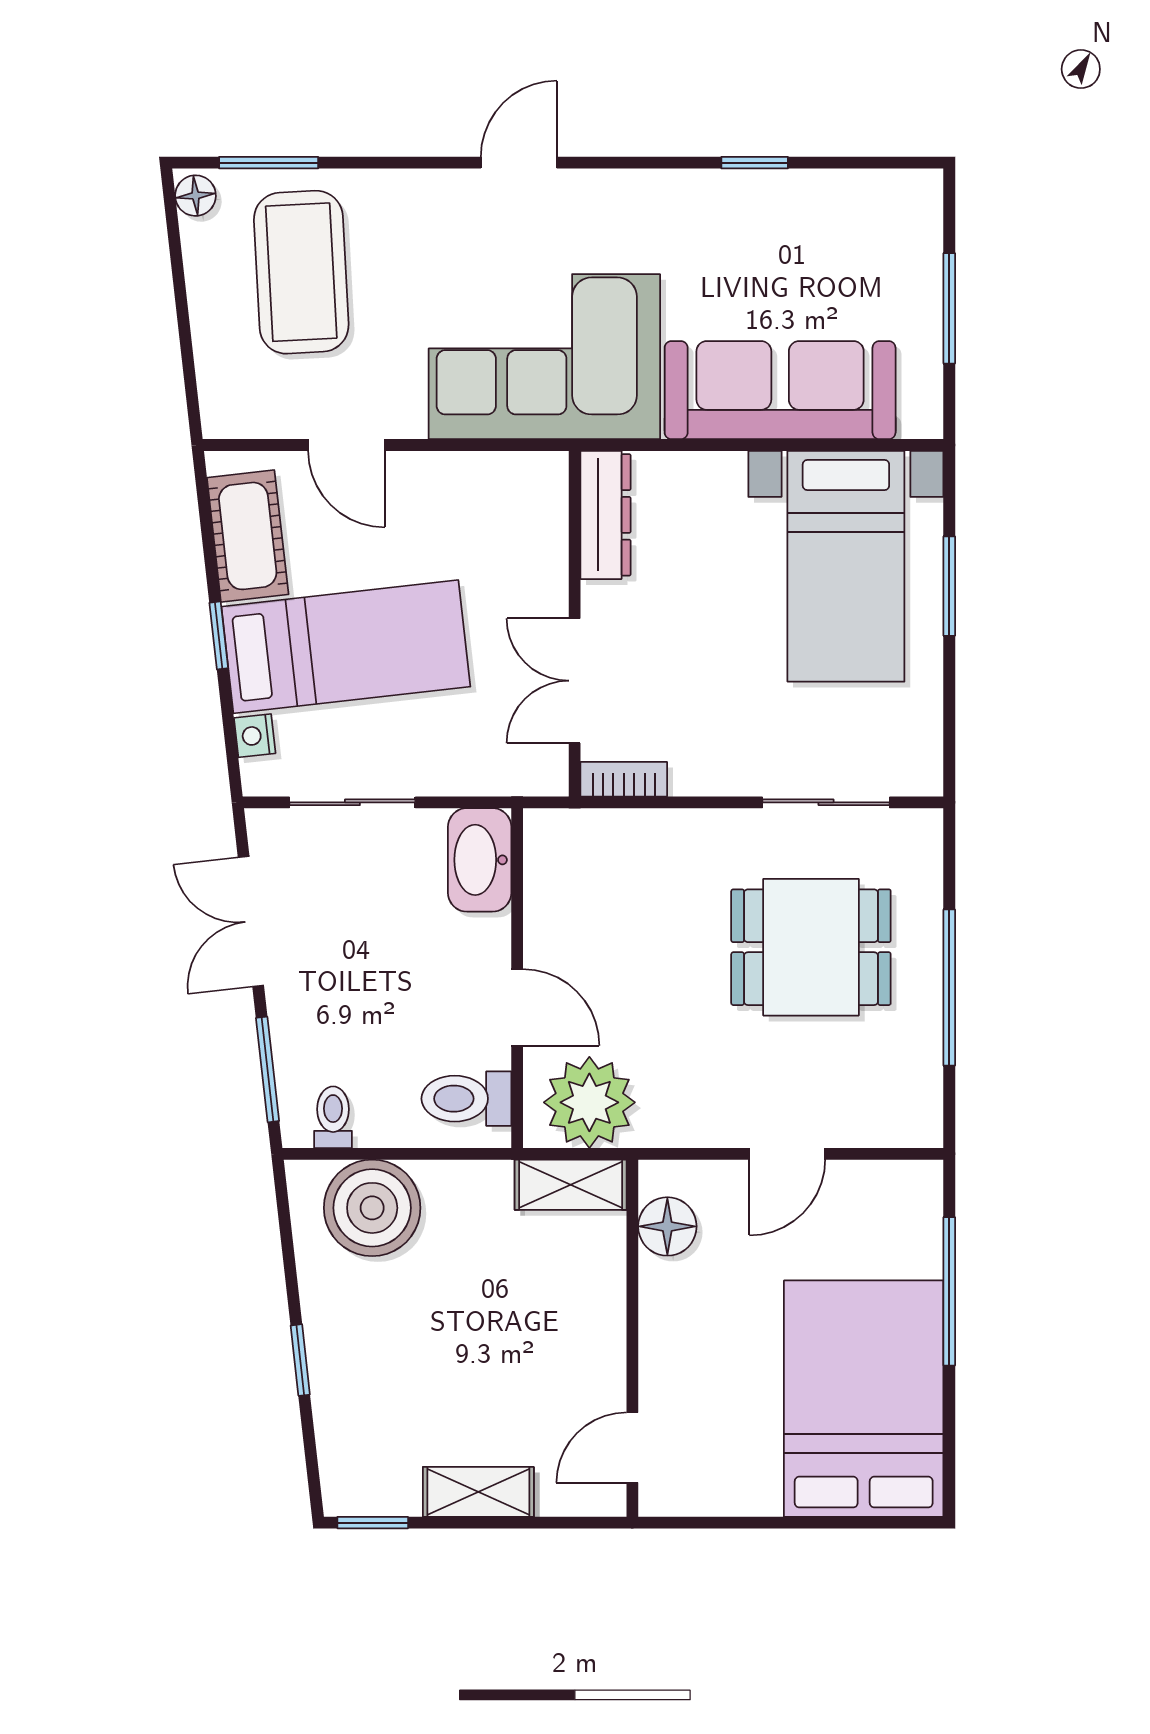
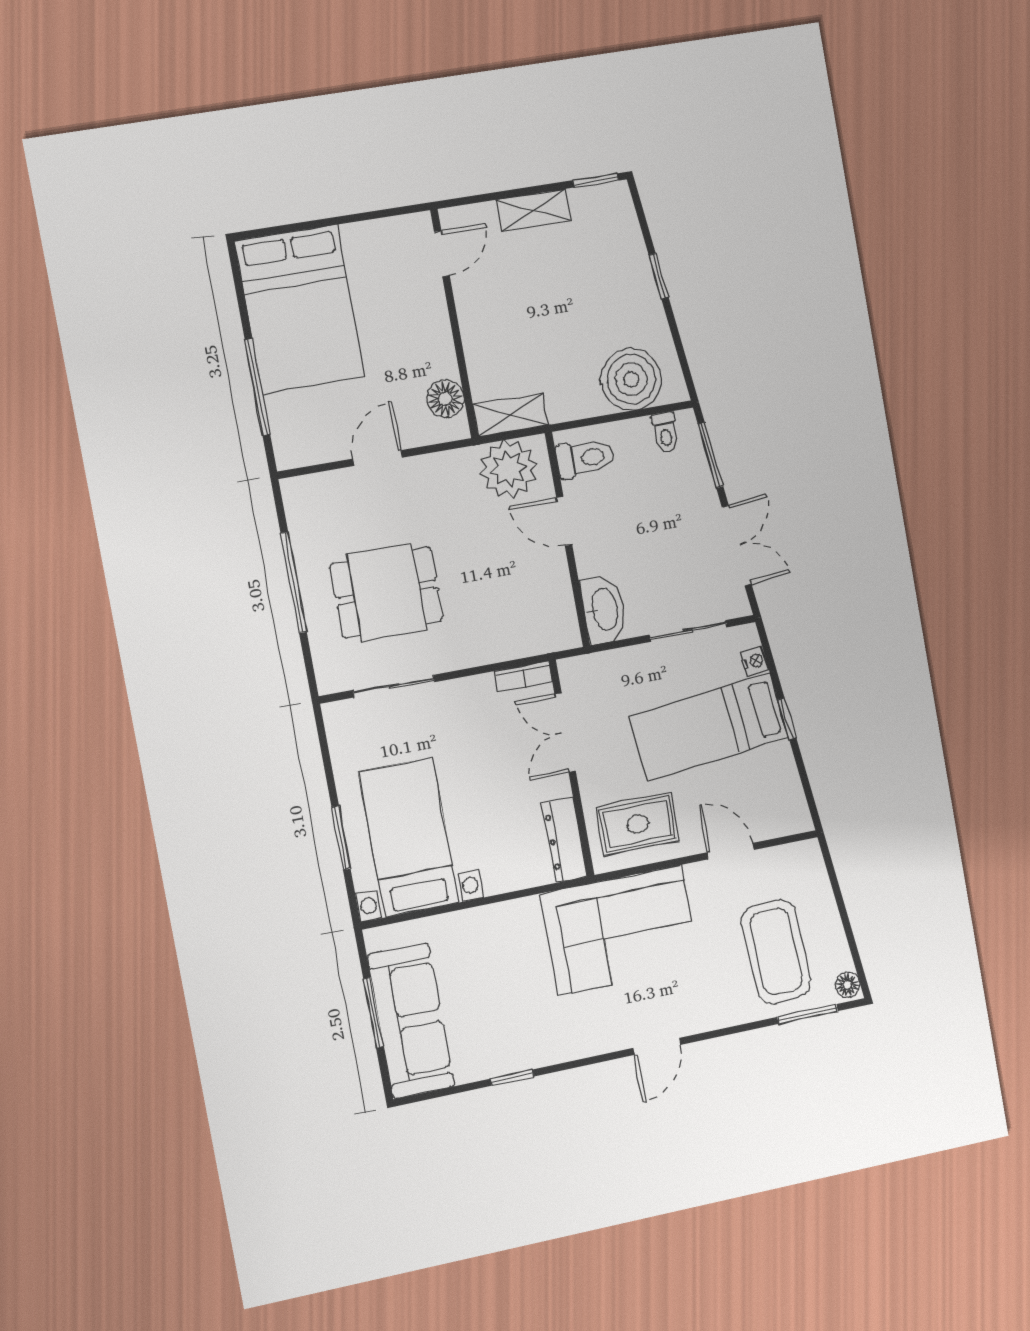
sofa: (780, 390) -> (411, 1021), moved, turned -90
rug: (486, 517) -> (638, 824), added
cot: (248, 536) -> (780, 783), removed
double door: (575, 681) -> (565, 733), swing flipped

